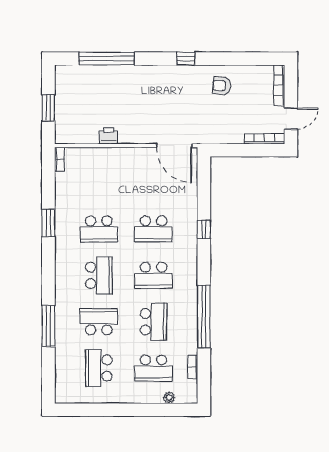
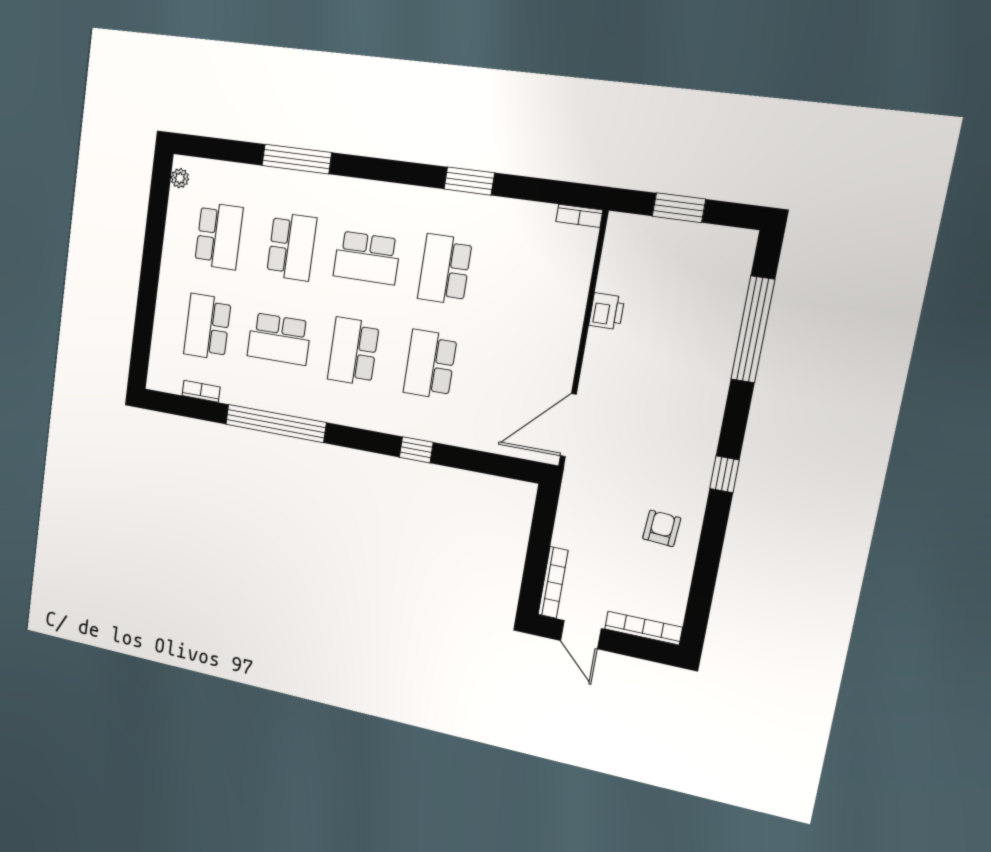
school desk: (99, 368) -> (219, 236), turned 90
plant: (169, 398) -> (180, 178), moved

